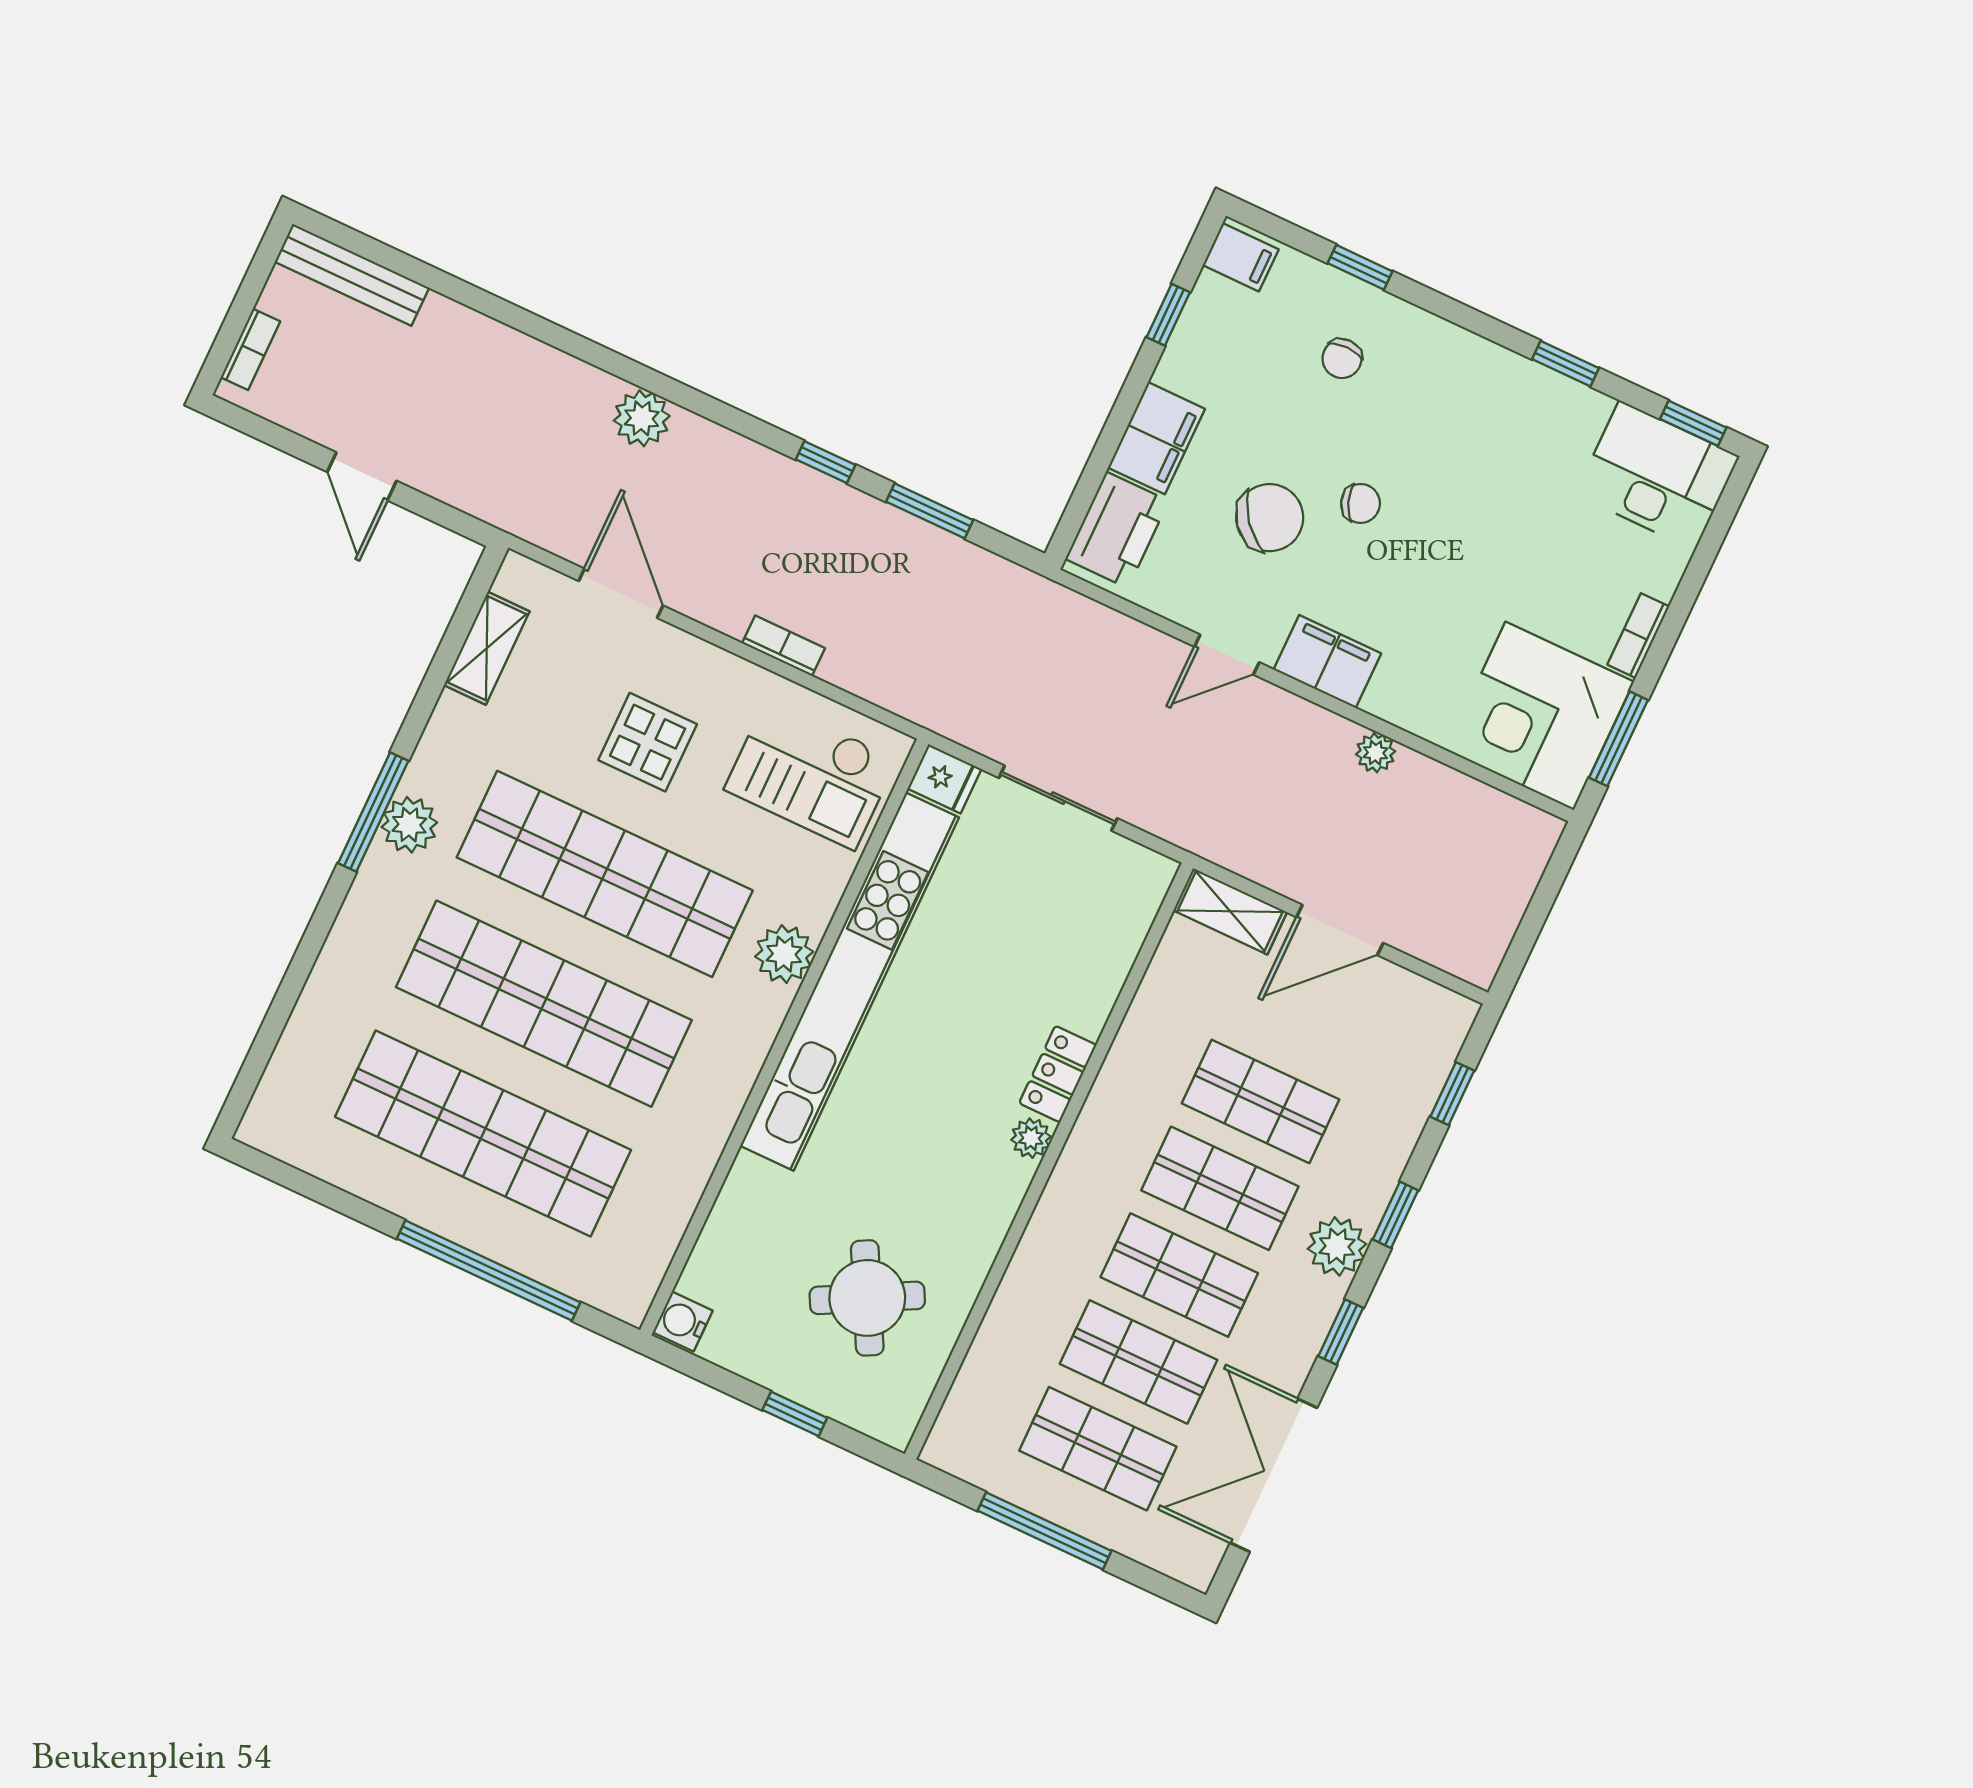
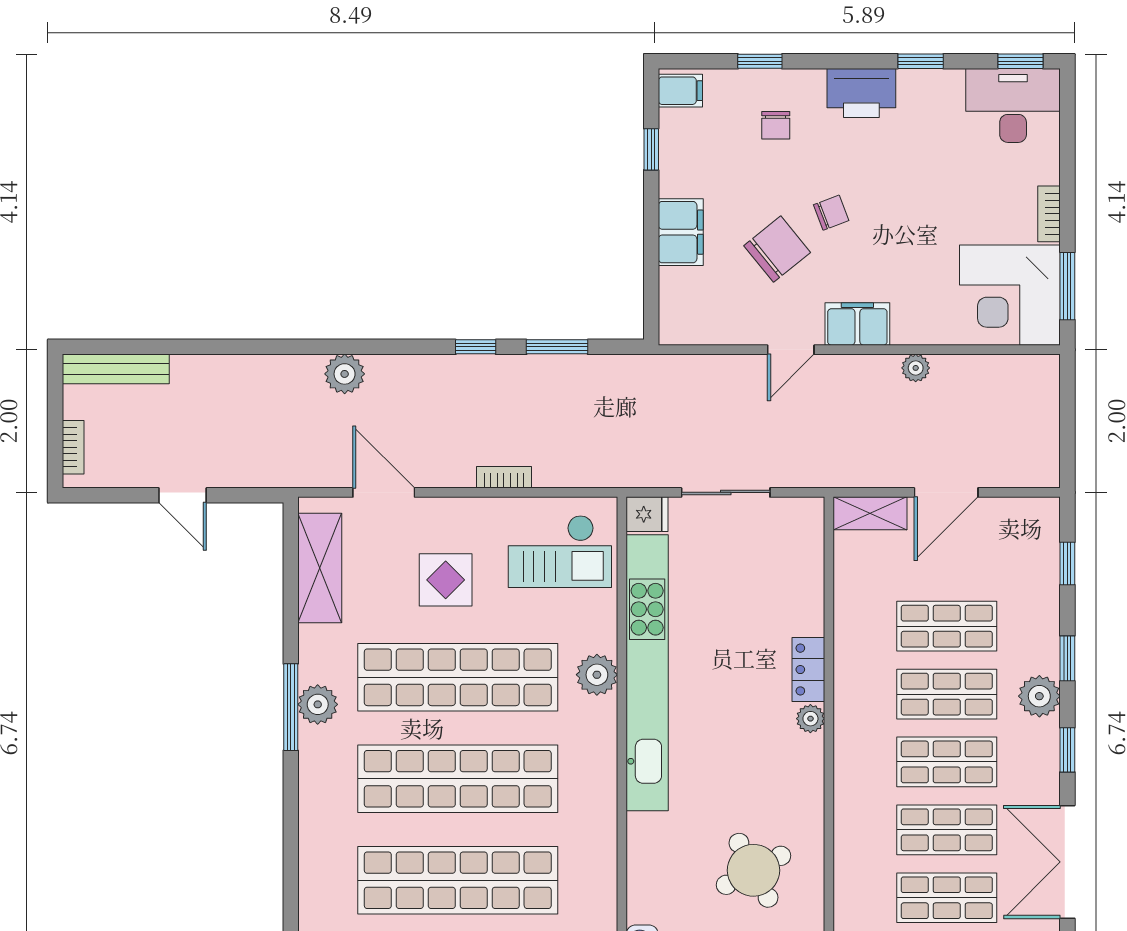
printer: (1117, 530) -> (861, 93), moved, turned 90
shelving: (487, 648) -> (320, 568), width x1.50, depth x1.33

